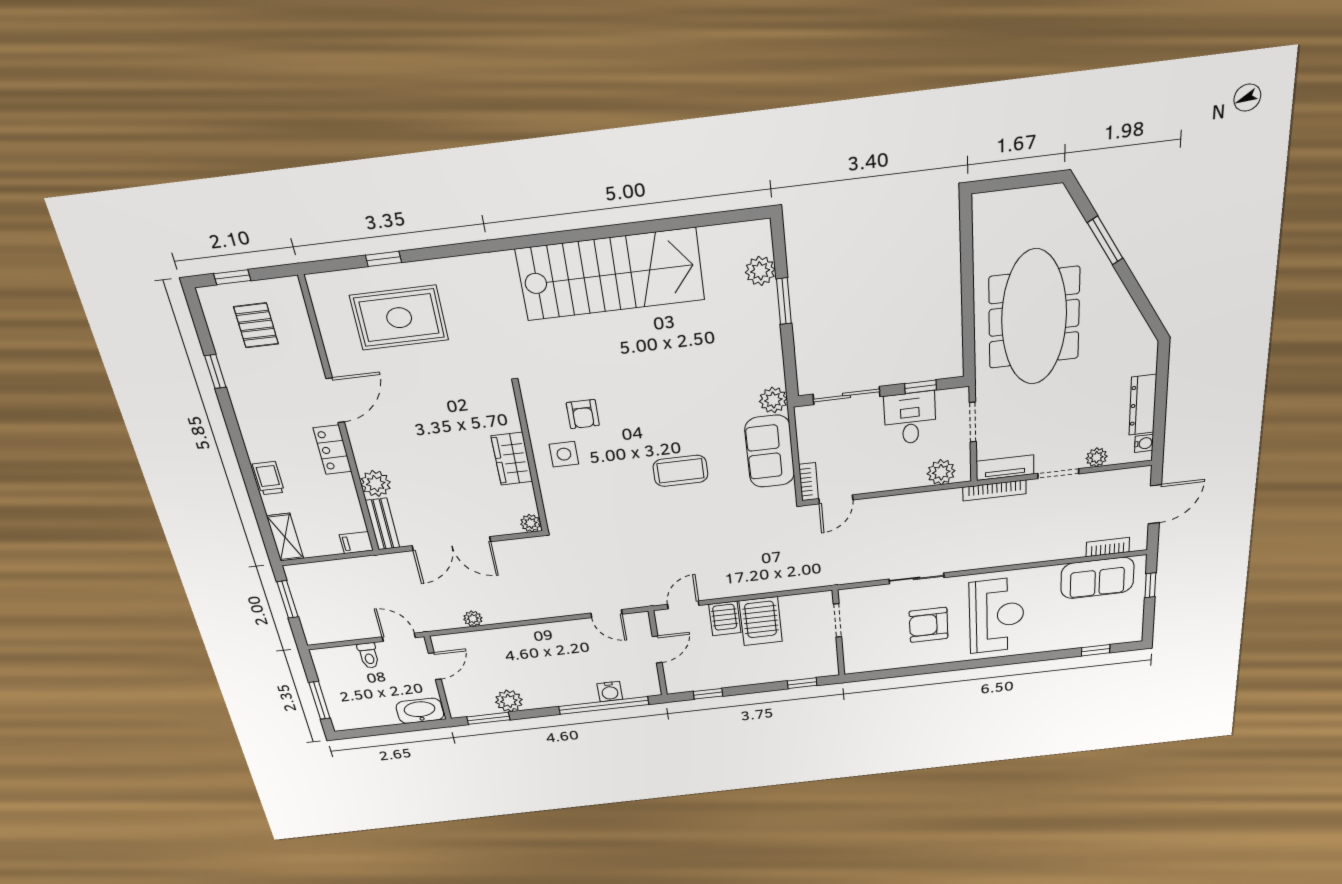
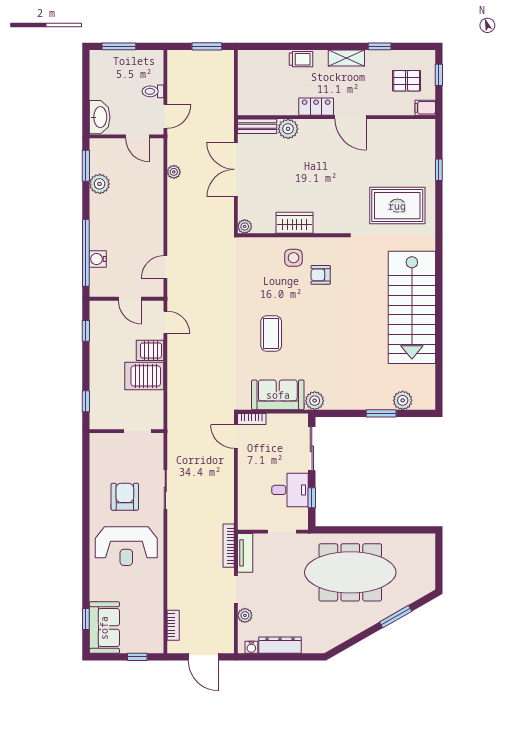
rug: (399, 318) -> (397, 206), moved, turned 90
plant: (941, 472) -> (247, 509), removed
shelving: (285, 537) -> (346, 58), moved
filing cabinet: (356, 543) -> (425, 108), moved, turned -90
sofa: (1097, 578) -> (104, 628), moved, turned 180

